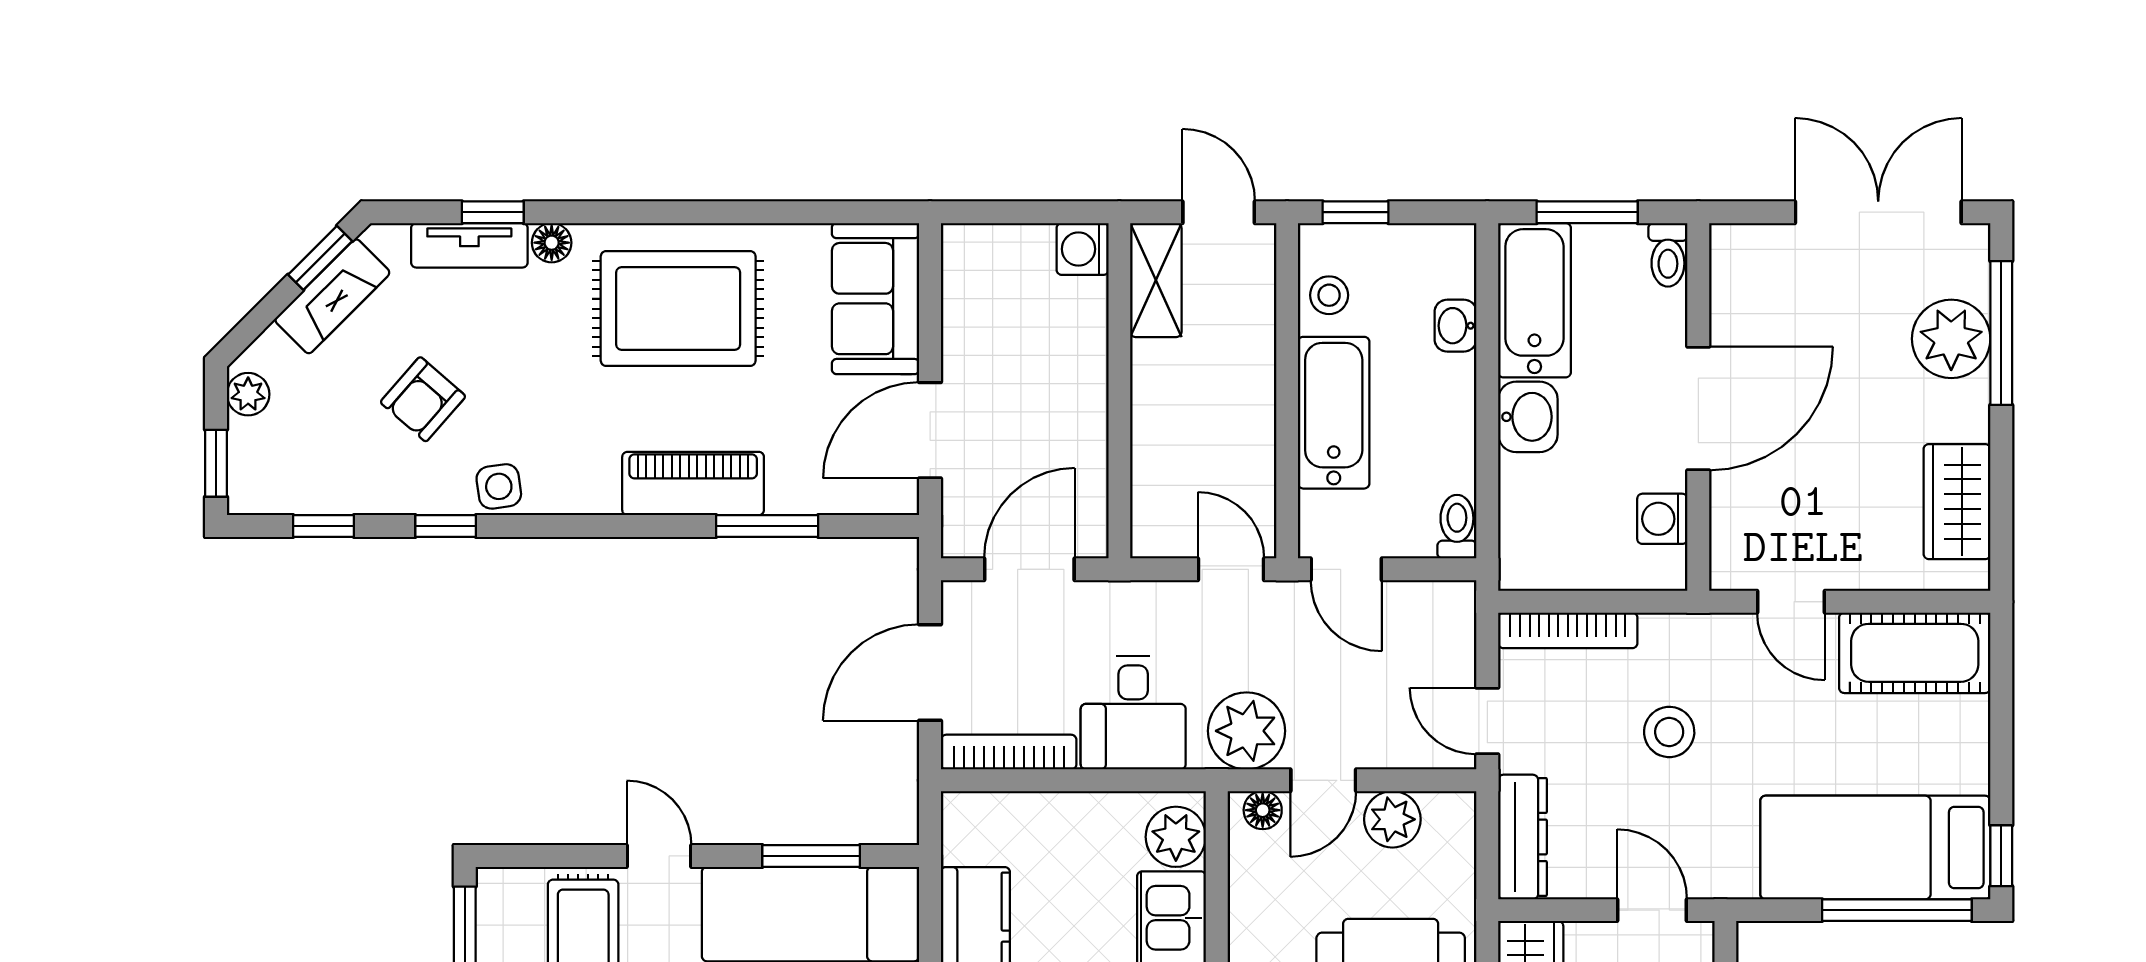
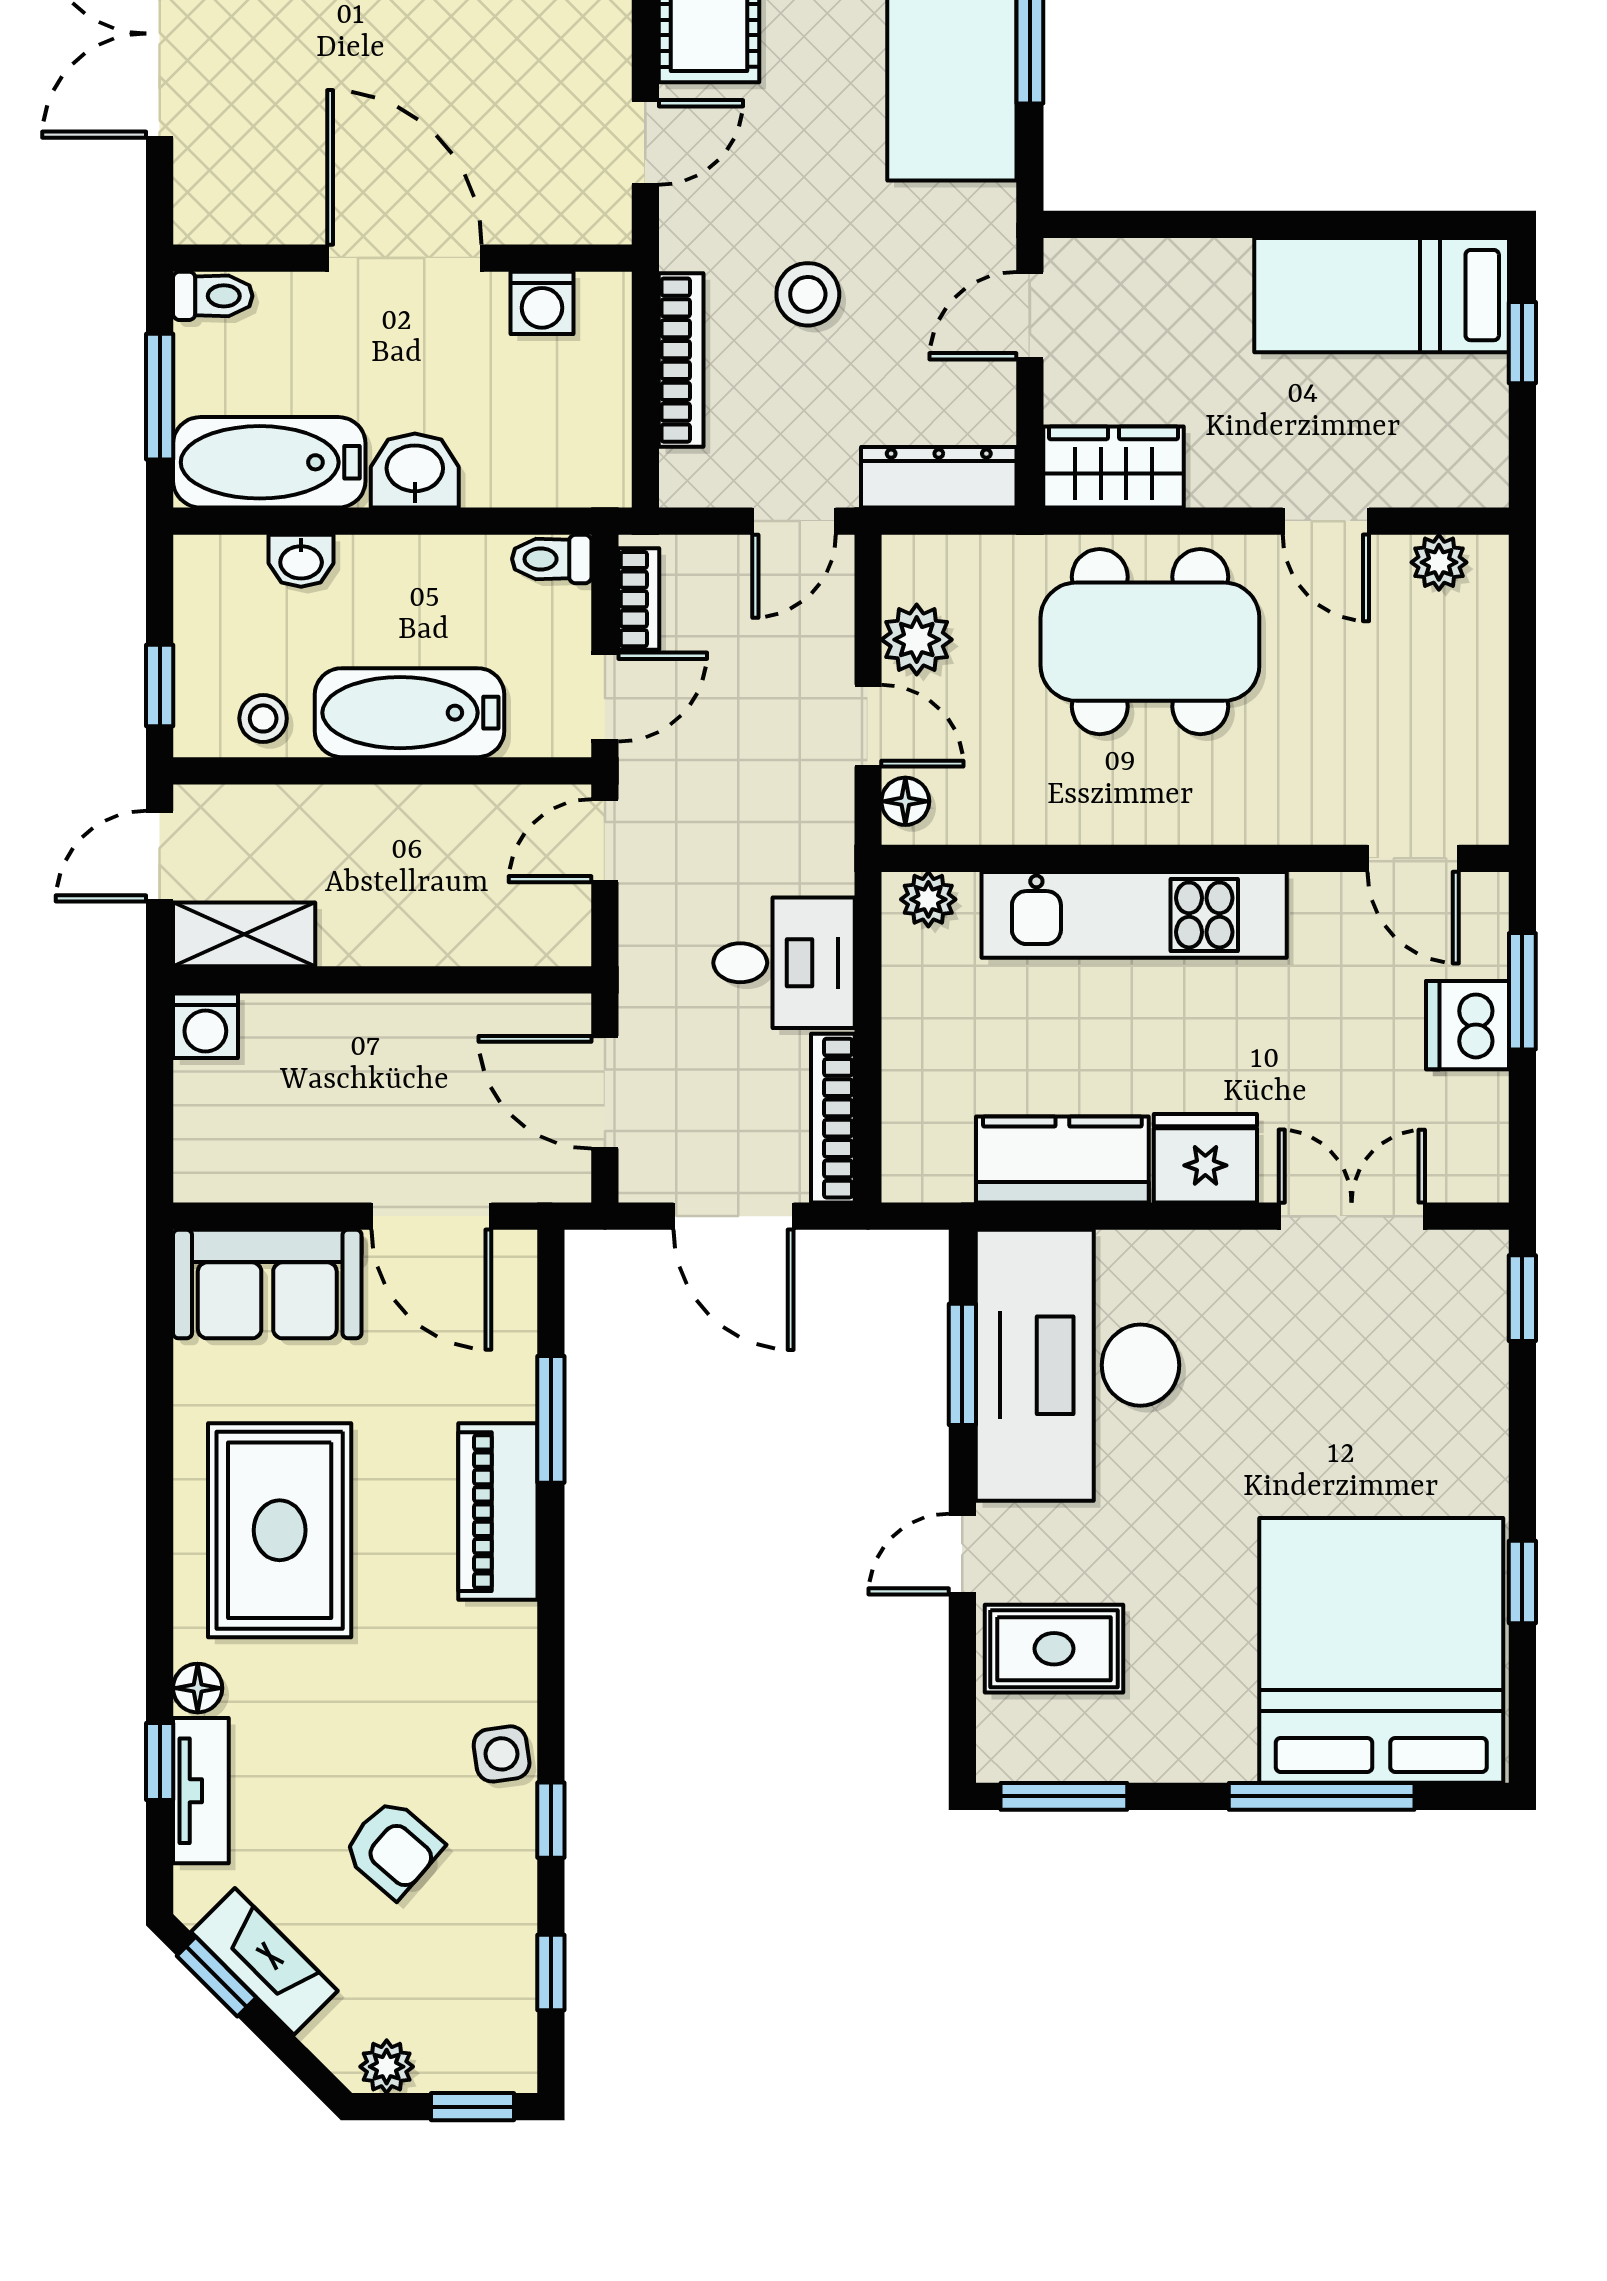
bookcase: (1425, 596) -> (639, 599), added
bookcase: (1568, 630) -> (681, 360), moved
plant: (1247, 731) -> (806, 821), removed
plant: (1176, 837) -> (928, 899), width x0.73, depth x0.73

